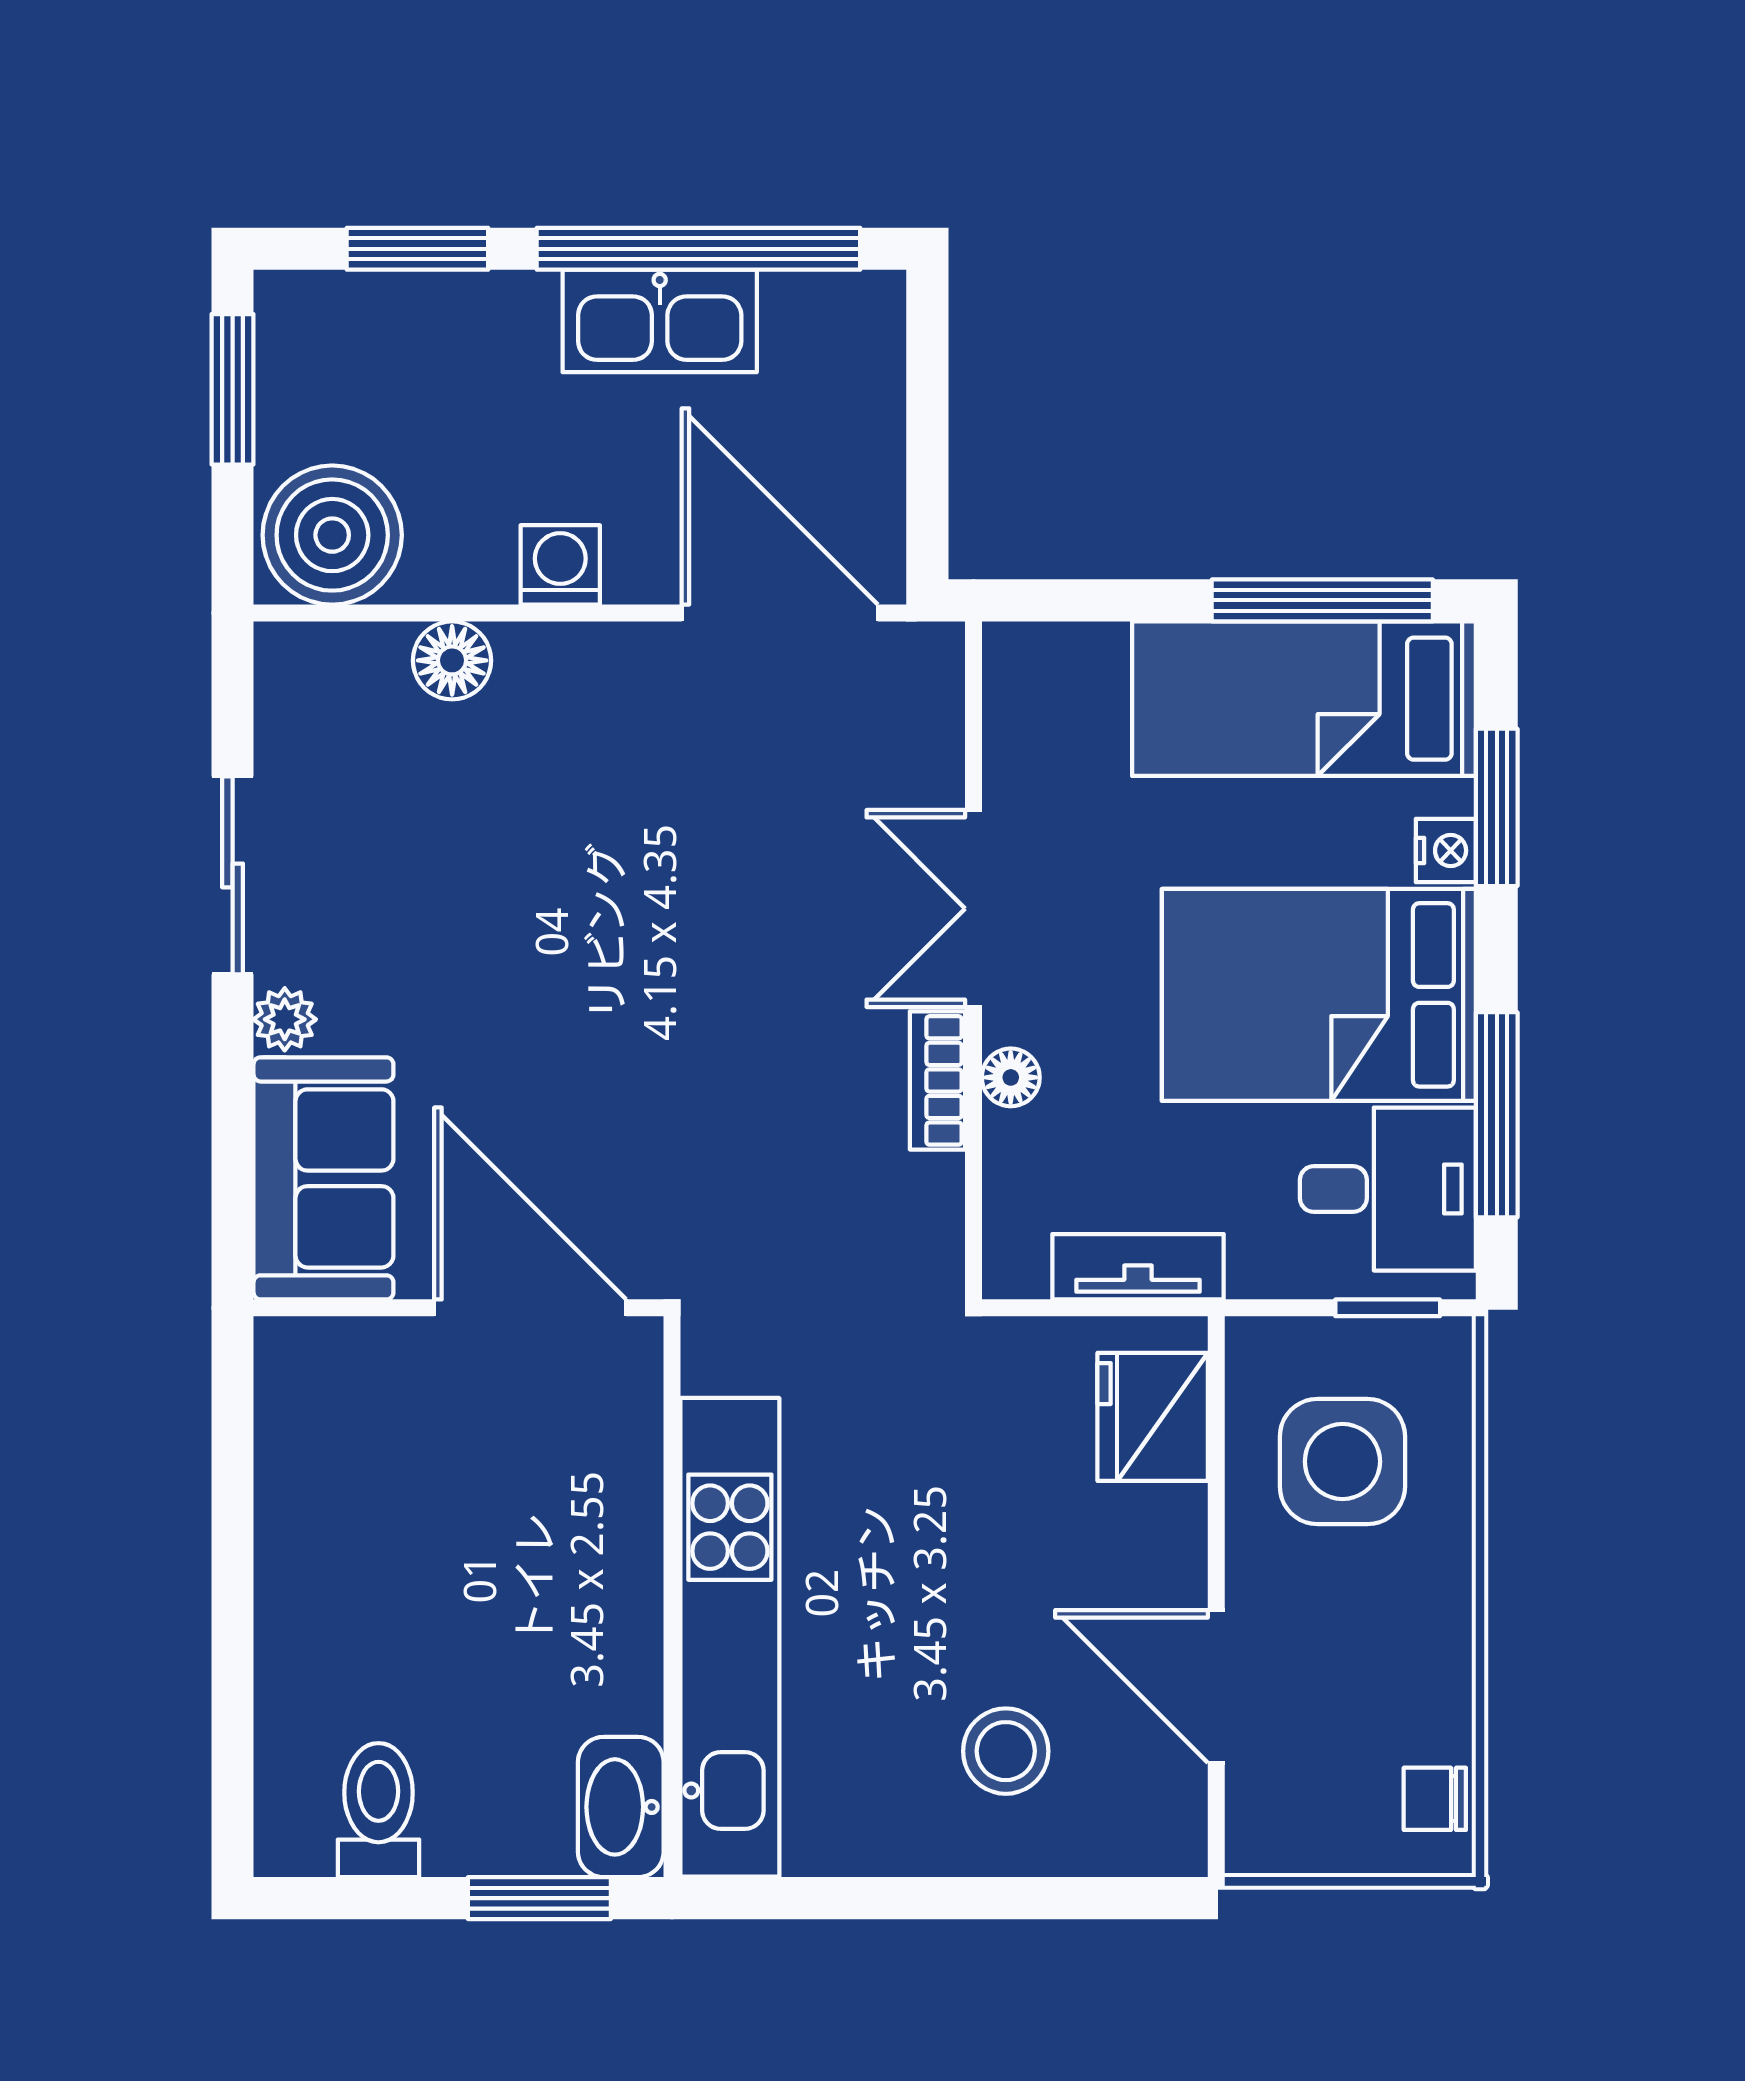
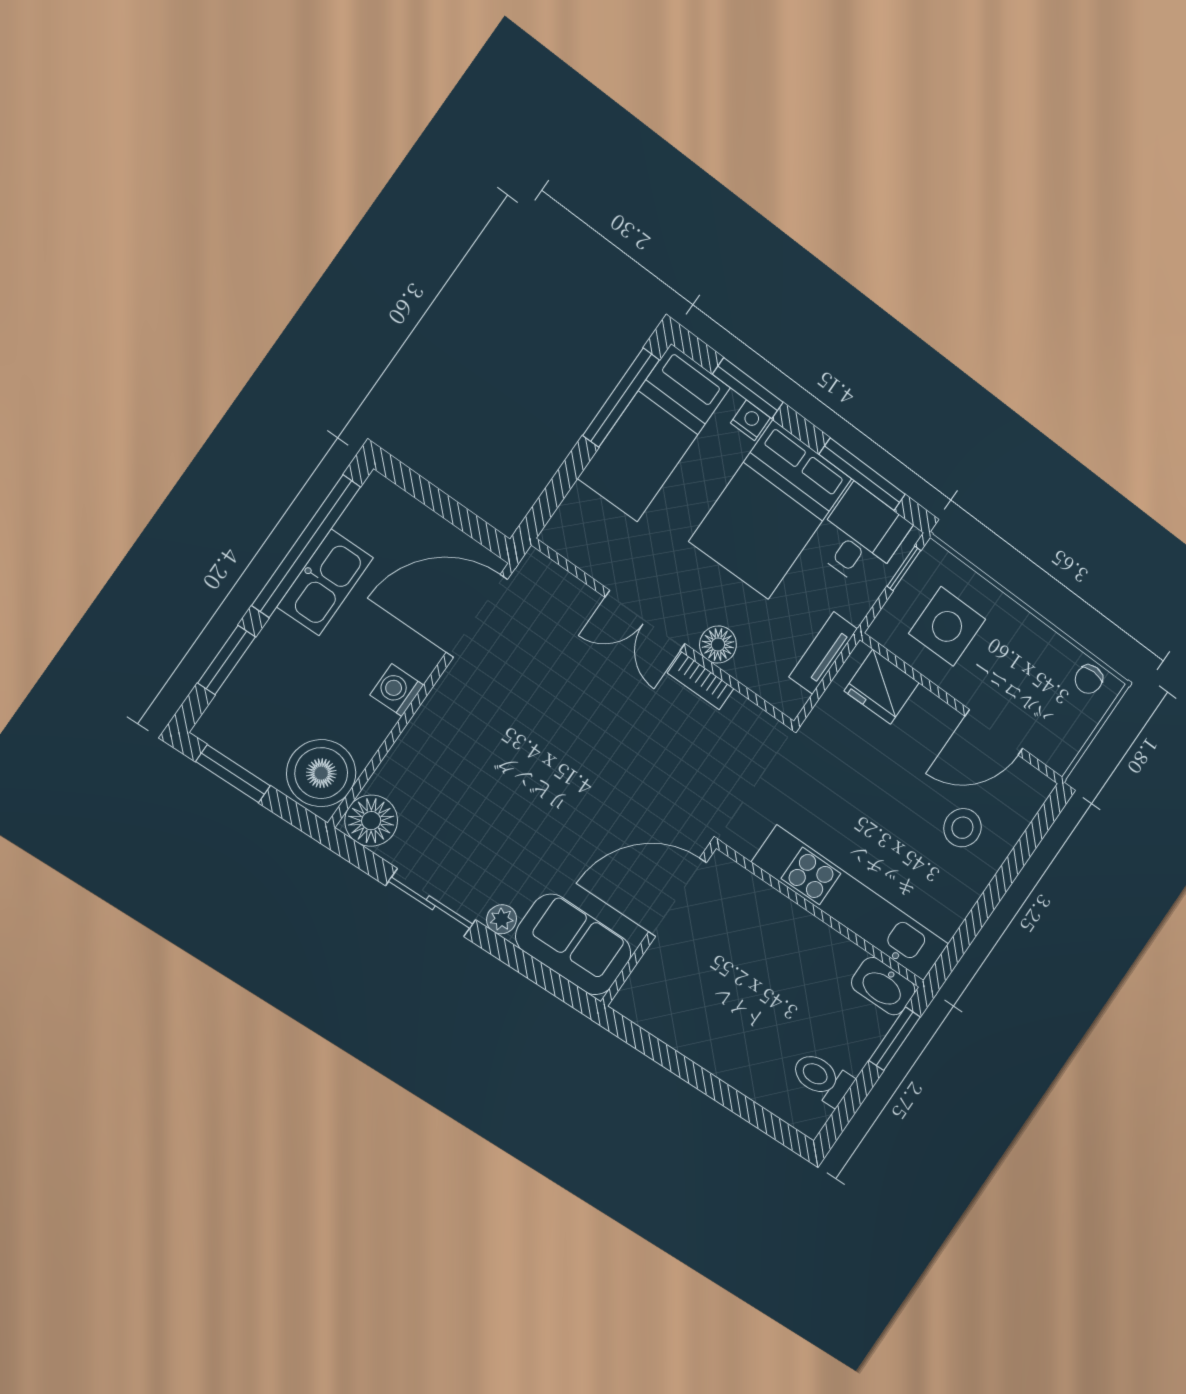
floor lamp: (452, 660) -> (371, 821), moved, width x1.38, depth x1.38
floor lamp: (1011, 1077) -> (718, 645), width x1.37, depth x1.37

